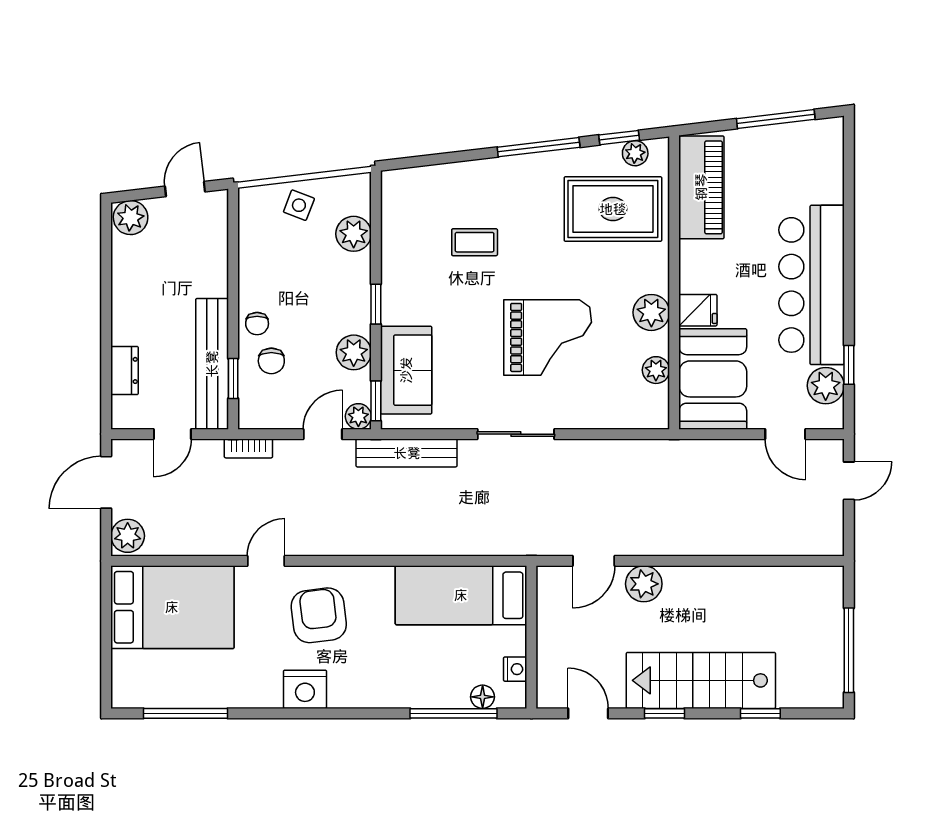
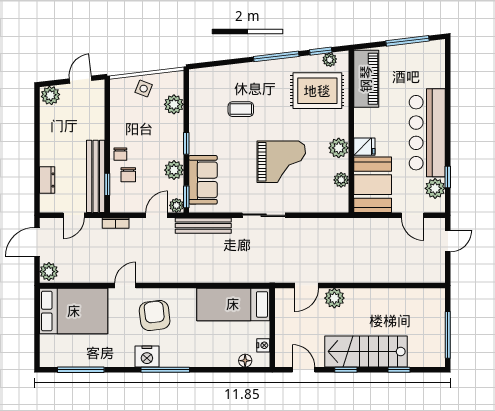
window: (453, 713) -> (165, 370), moved

